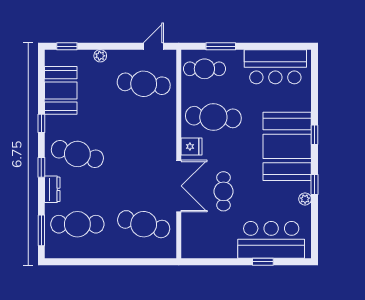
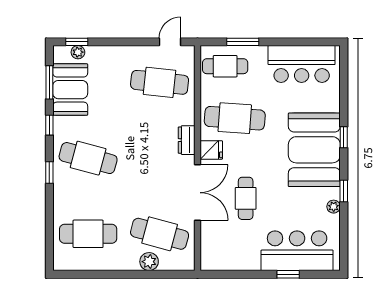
plant: (100, 56) -> (78, 52), moved
dresser: (52, 189) -> (187, 140), moved, turned 180
window: (41, 230) -> (49, 82), moved
plant: (134, 250) -> (149, 262), added

